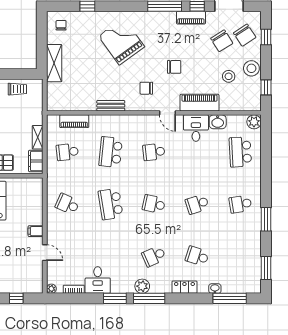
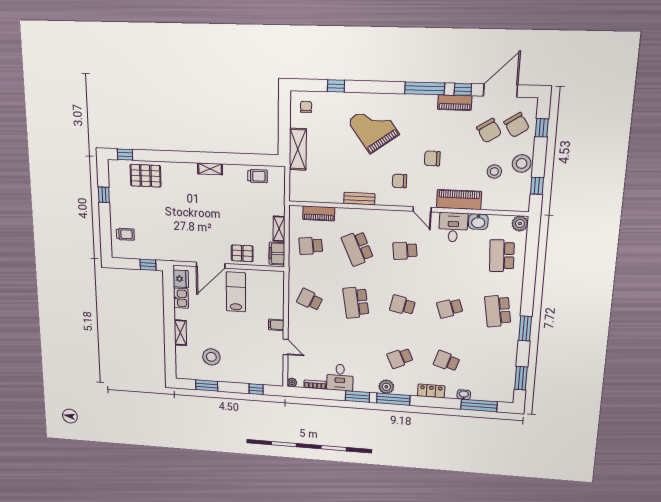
chair: (174, 67) -> (432, 158), turned 180
school desk: (111, 152) -> (357, 248), turned -30
school desk: (240, 204) -> (498, 311), width x1.85

